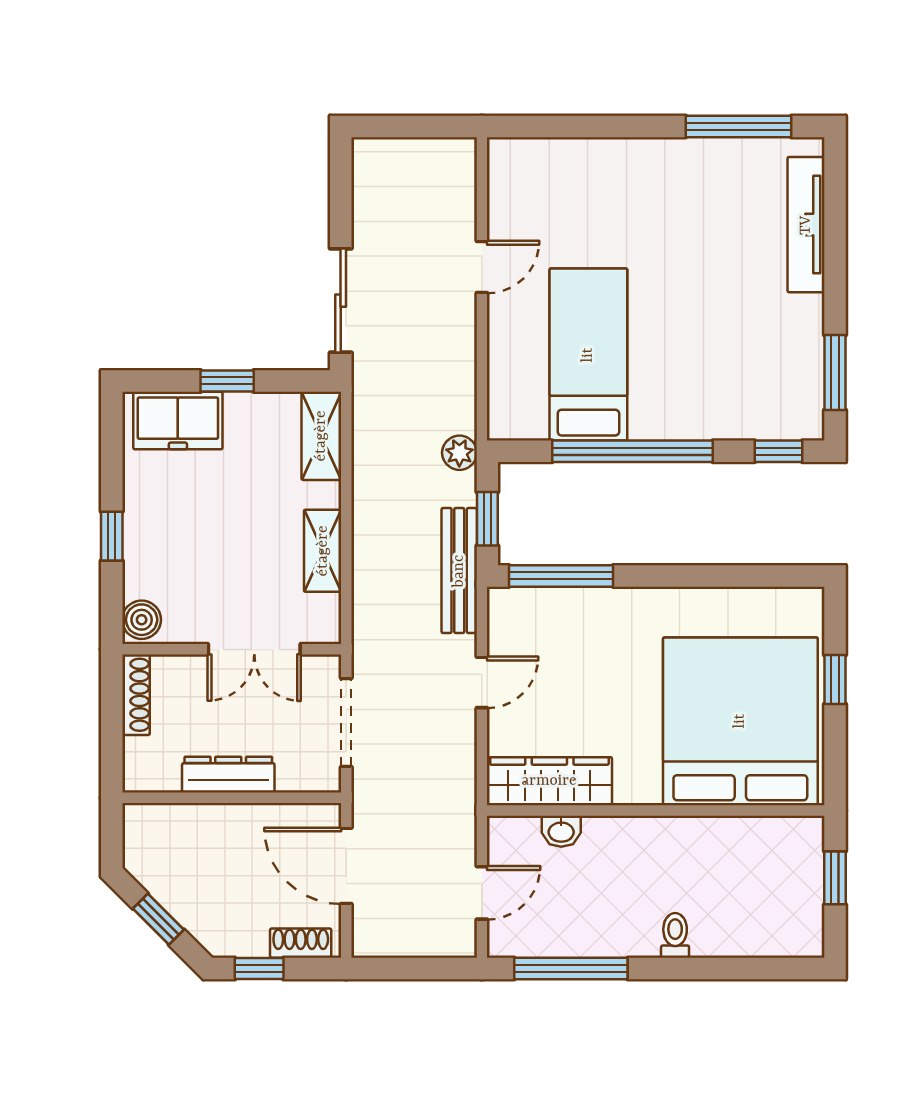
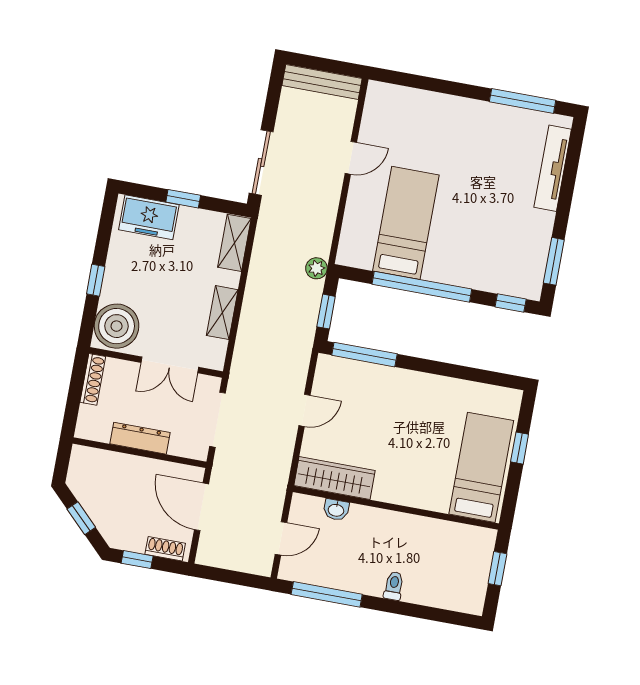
bench: (459, 571) -> (322, 82), moved, turned 90
boiler: (142, 620) -> (117, 326), width x1.86, depth x1.86
bed: (740, 721) -> (481, 467), width x0.49

